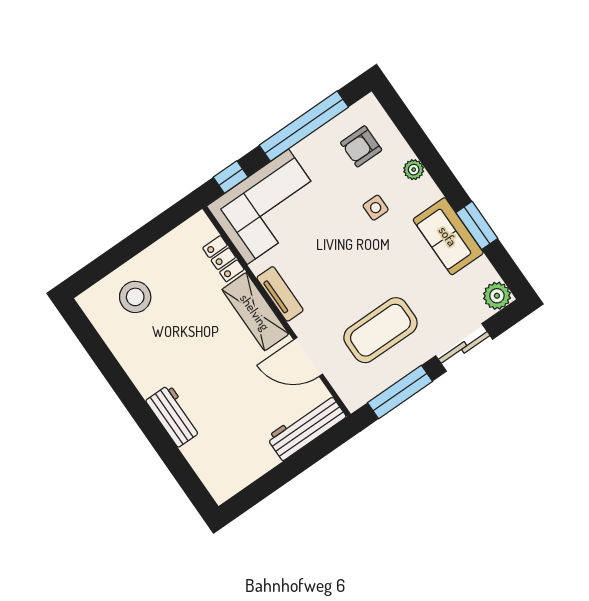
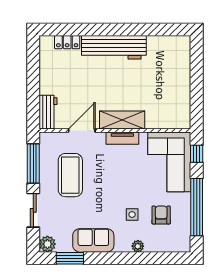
armchair: (361, 146) -> (161, 215), moved
window: (477, 225) -> (70, 258), moved
locker: (223, 259) -> (67, 42), moved, turned 180
stool: (135, 297) -> (170, 66), removed
workbench: (174, 416) -> (114, 47), width x1.88, depth x1.32
workbench: (306, 427) -> (48, 112), width x0.73

